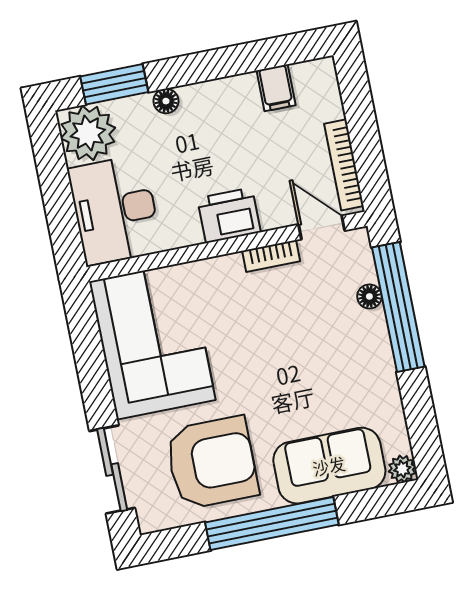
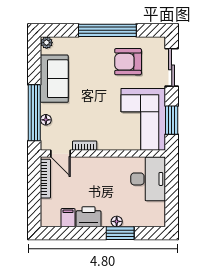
window: (114, 84) -> (120, 233), moved
plant: (88, 133) -> (153, 214), removed
printer: (229, 215) -> (89, 217), moved, turned 180
window: (89, 352) -> (172, 120), added
armchair: (212, 463) -> (128, 62), width x0.73, depth x0.73
sofa: (329, 466) -> (54, 79), moved, turned -90

